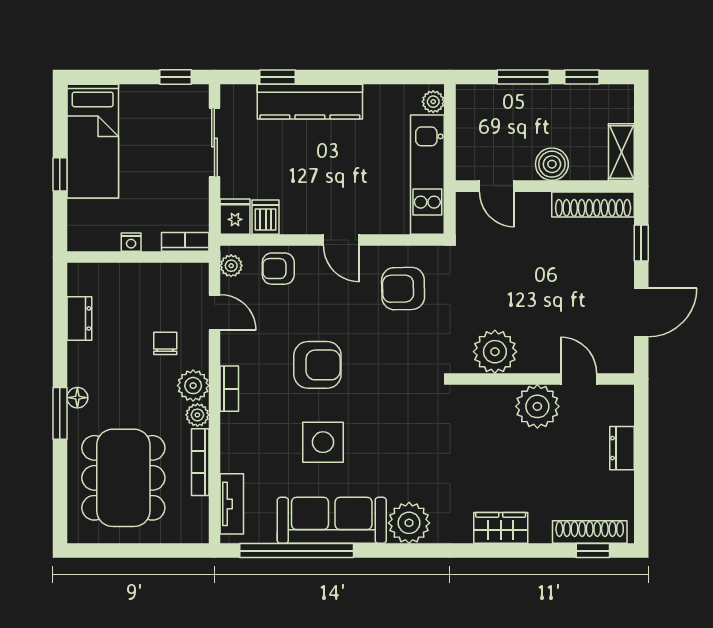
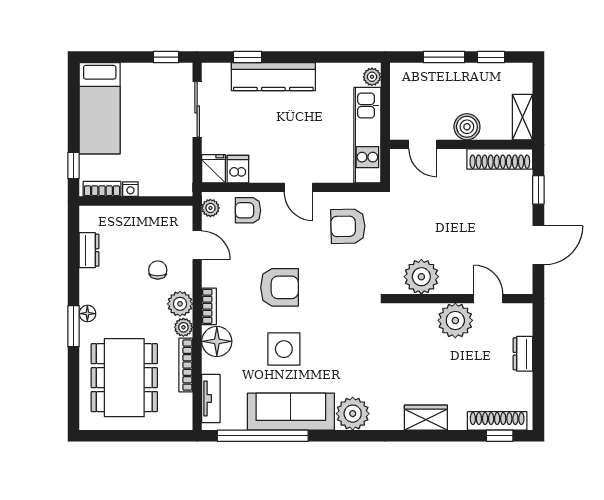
window: (60, 174) -> (74, 165), moved
bookcase: (185, 242) -> (102, 189), moved
floor lamp: (239, 433) -> (217, 341), added

